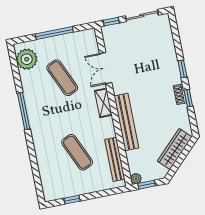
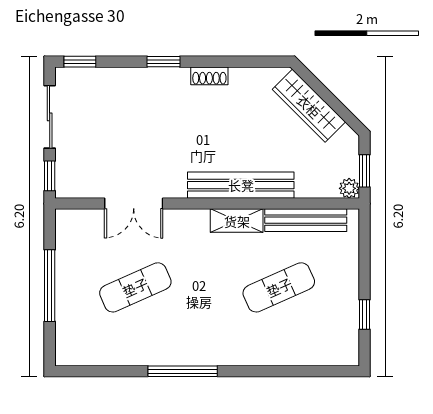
plant: (27, 59) -> (88, 346), removed
window: (188, 98) -> (80, 62), moved
shelving: (103, 103) -> (237, 221), moved

